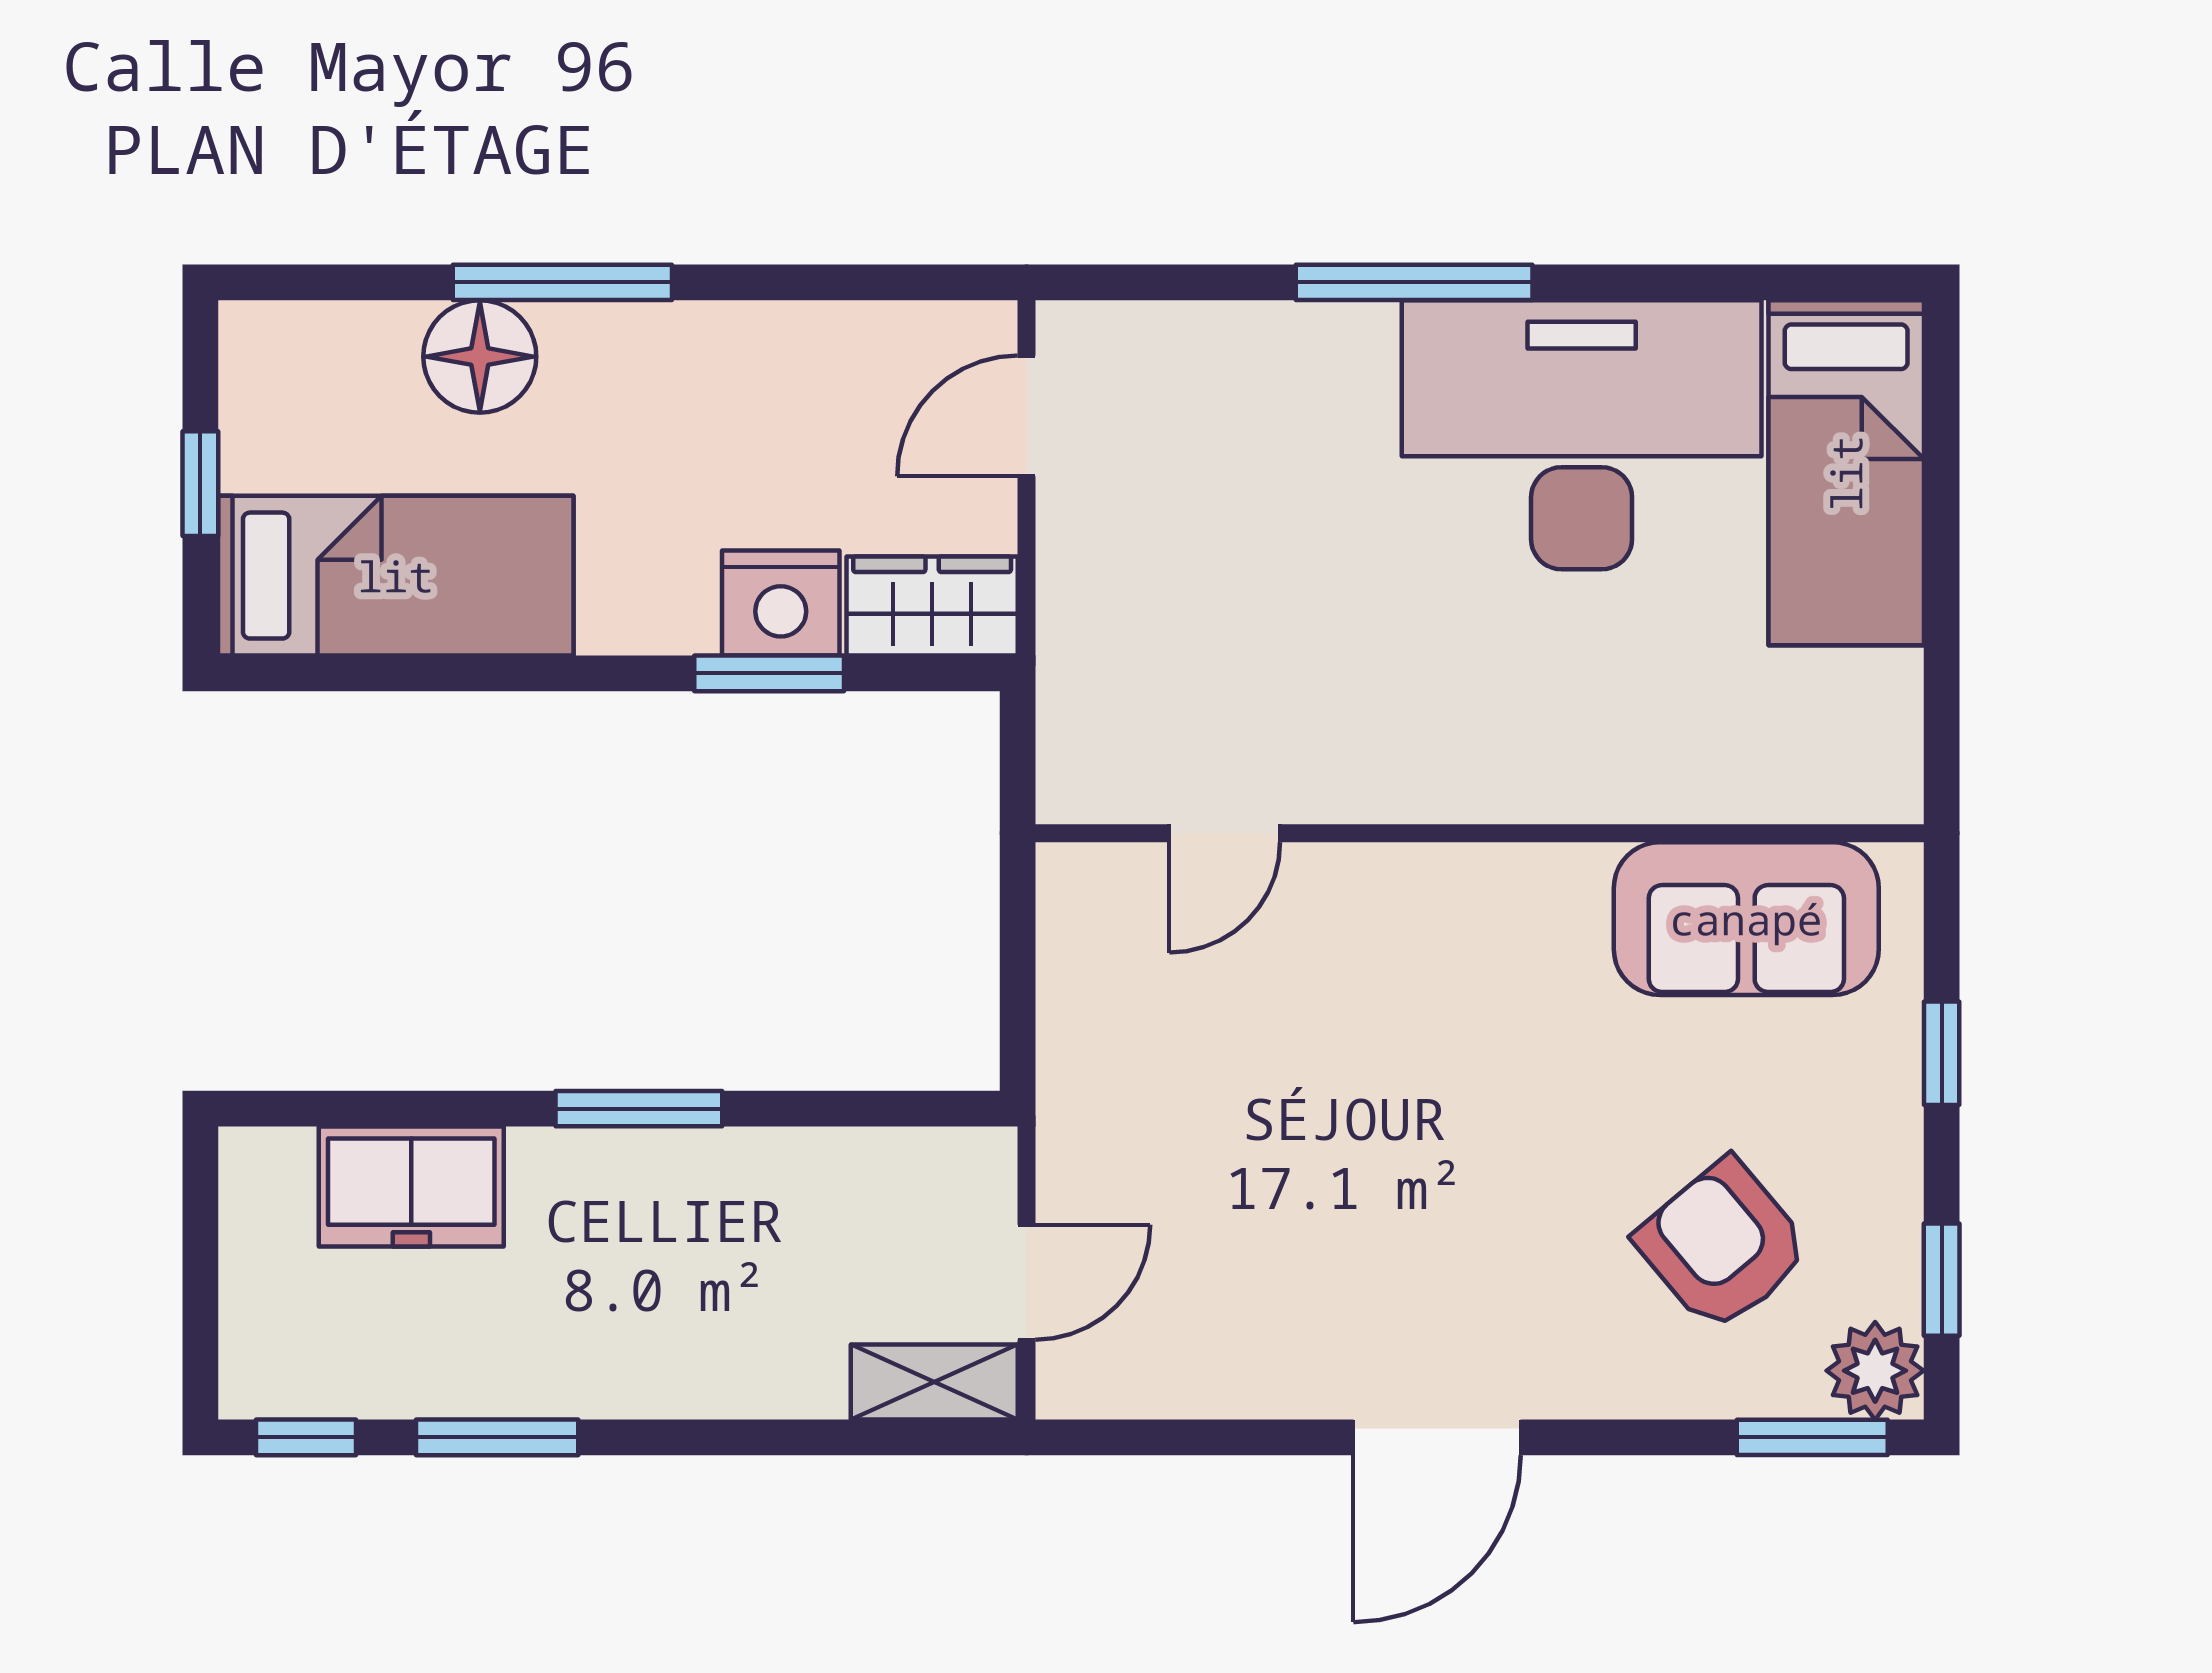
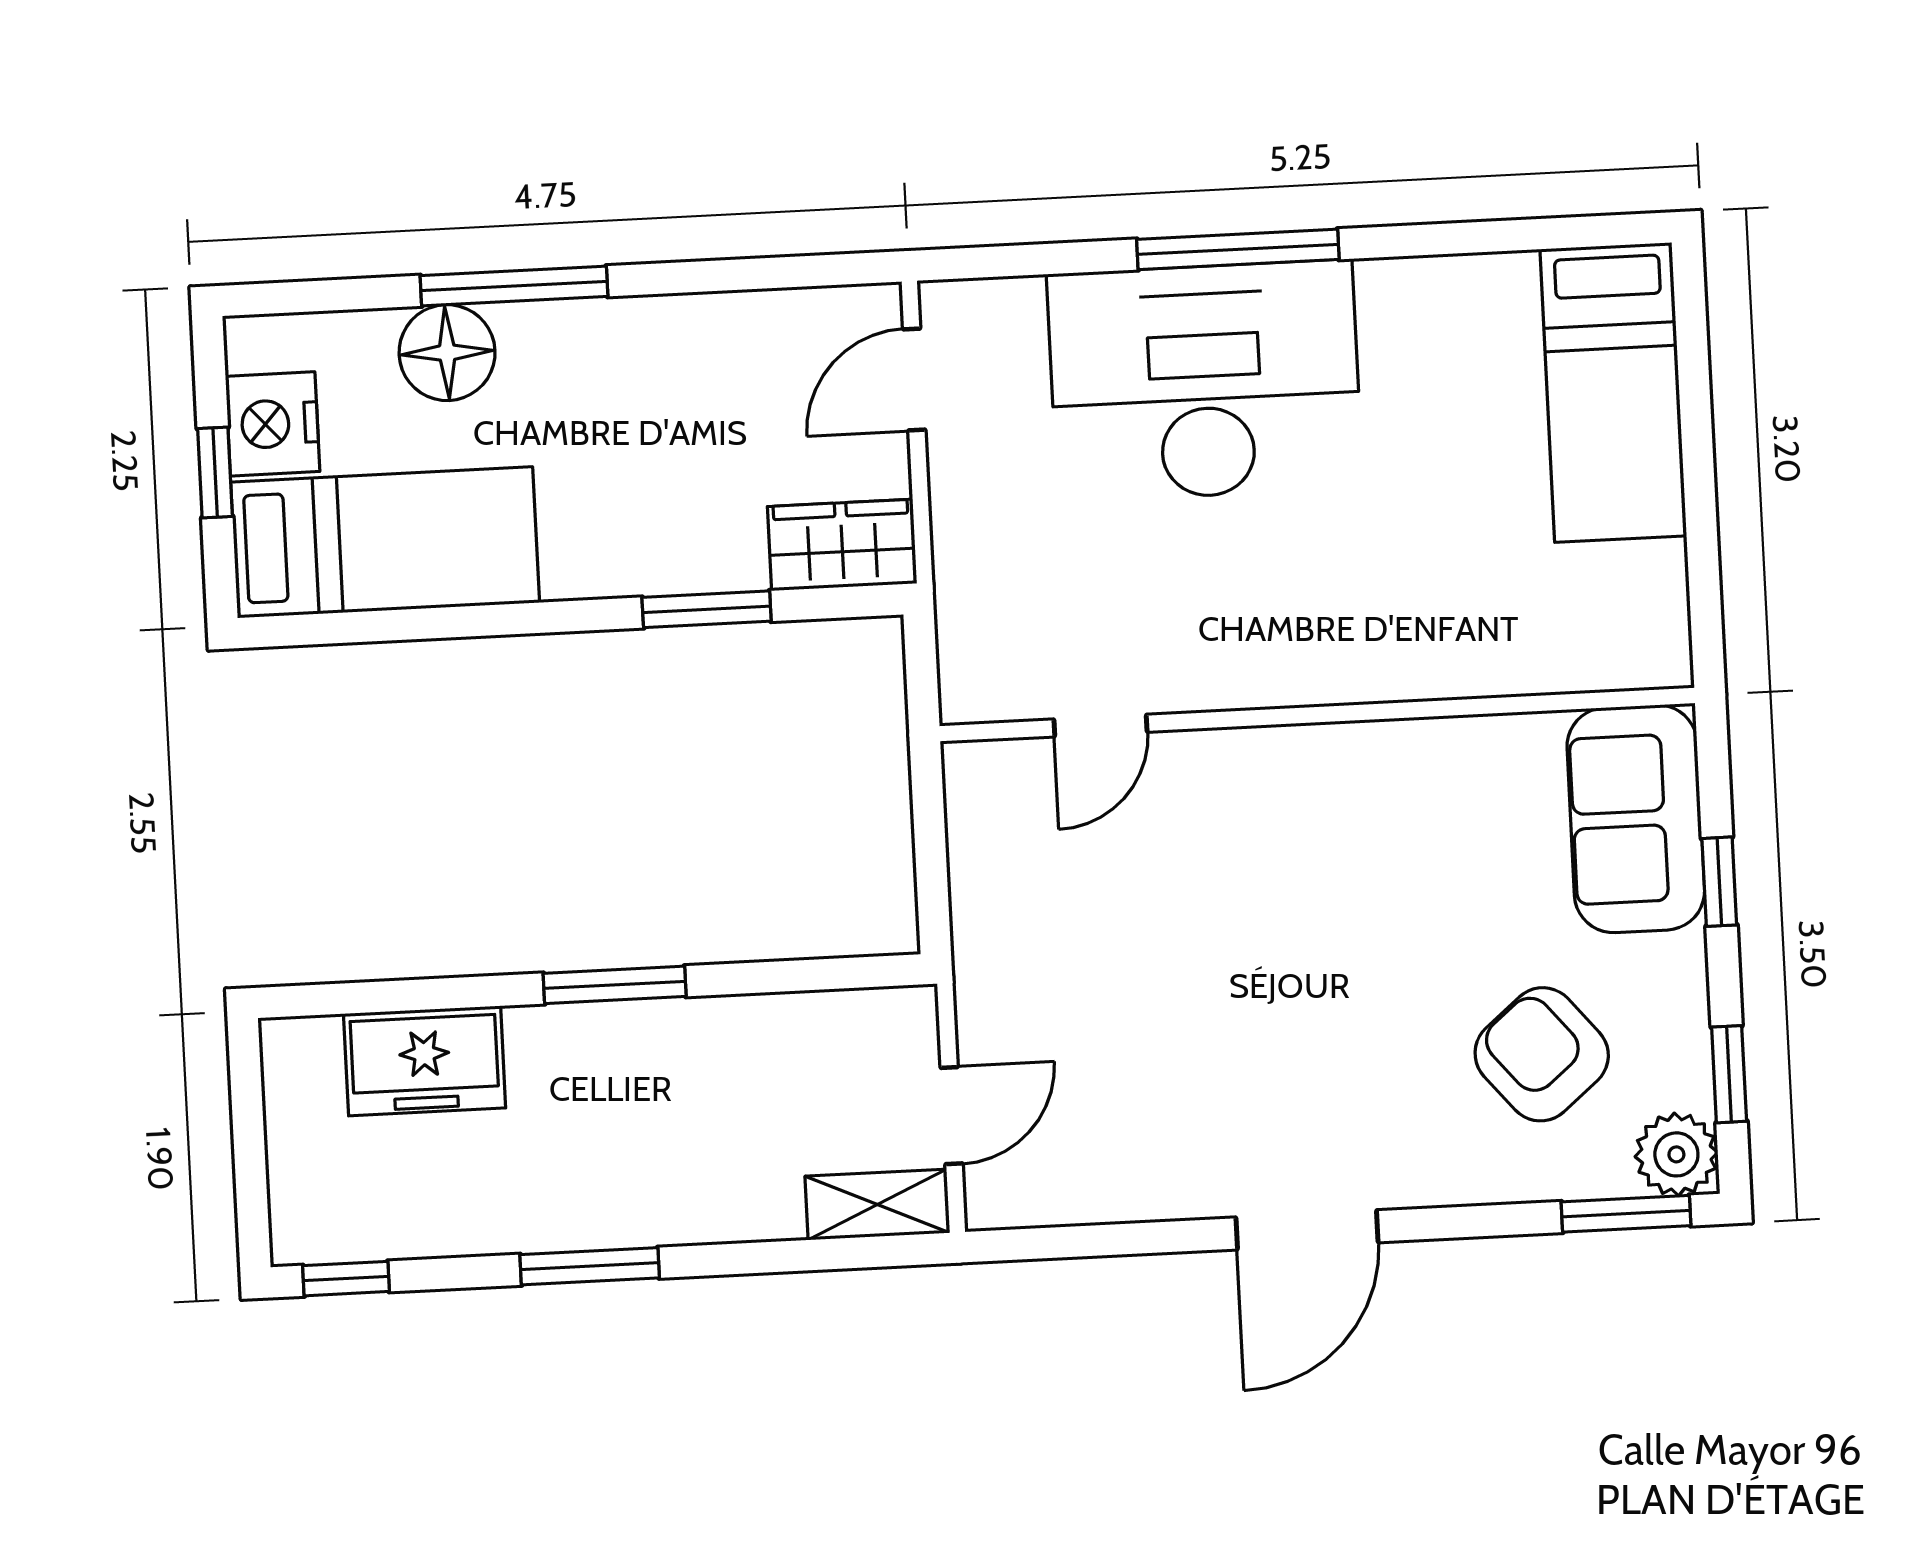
desk: (1582, 435) -> (1205, 381), moved
nightstand: (781, 603) -> (273, 424), moved, turned 90
sofa: (1746, 919) -> (1636, 819), moved, turned 90
window: (497, 1437) -> (590, 1266), moved

